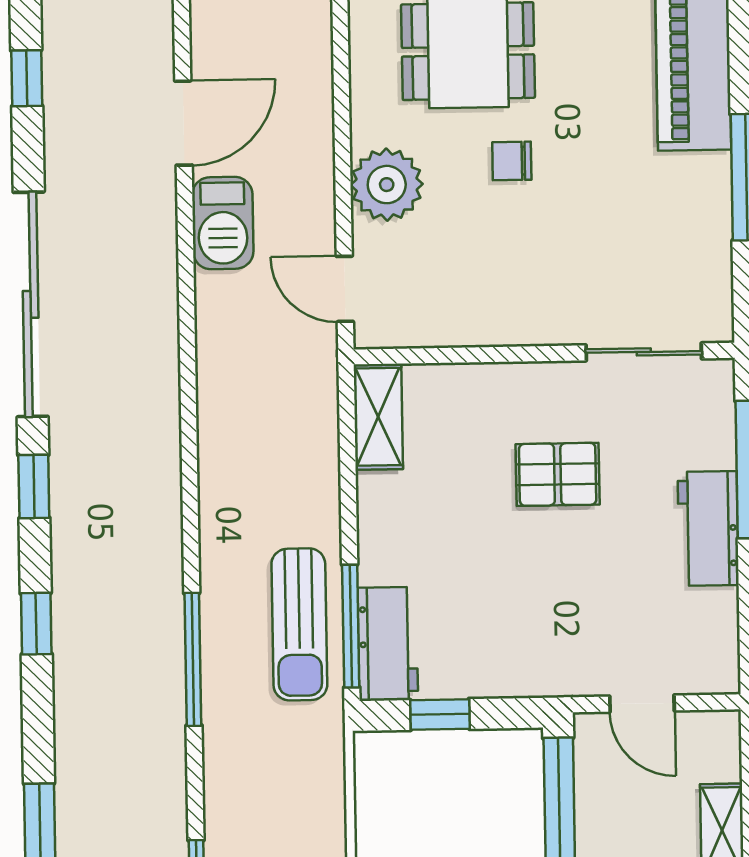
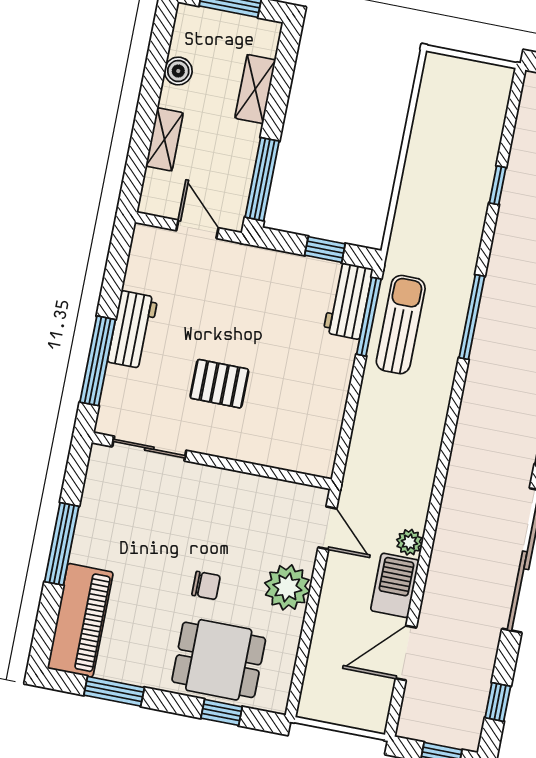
plant: (215, 294) -> (409, 542), added
shelving: (378, 417) -> (324, 444), removed

